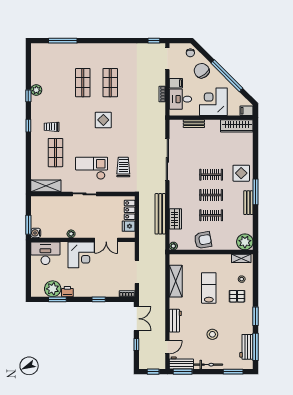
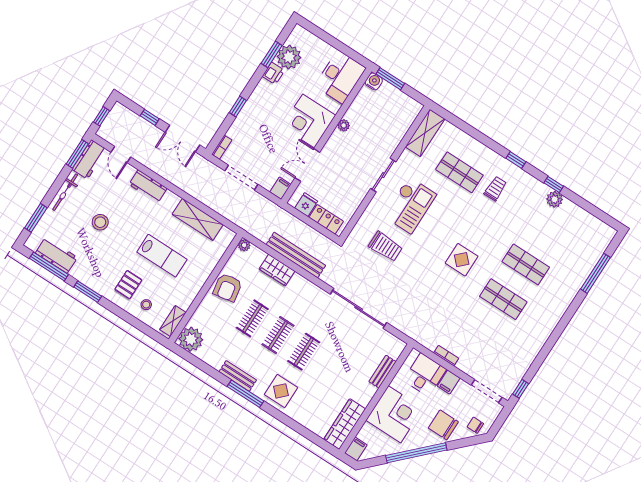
chair: (202, 71) -> (443, 425), turned -142
filing cabinet: (129, 246) -> (280, 188), added

